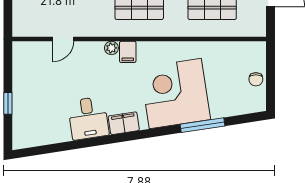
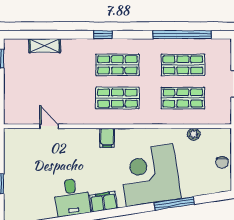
door: (63, 39) -> (49, 126), swing flipped
plant: (111, 48) -> (194, 134), moved

